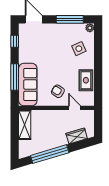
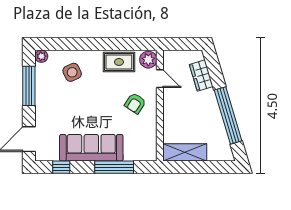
sofa: (28, 84) -> (91, 148), moved
plant: (87, 100) -> (148, 60), added
door: (75, 108) -> (160, 79), swing flipped

